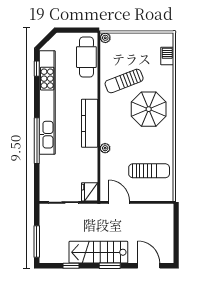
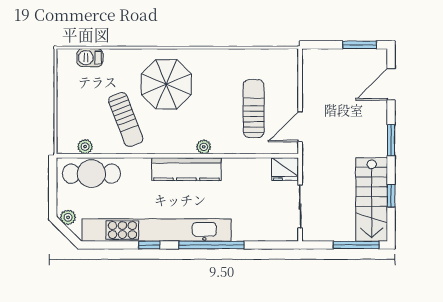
plant: (105, 38) -> (85, 147), moved
plant: (56, 41) -> (68, 217), added
window: (37, 69) -> (149, 245), moved
plant: (105, 148) -> (204, 147), moved
sun lounger: (149, 171) -> (254, 109), moved
window: (176, 244) -> (360, 45), added
stairs: (98, 252) -> (372, 199), moved

